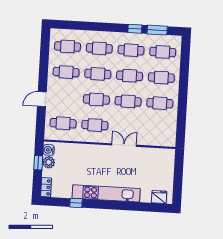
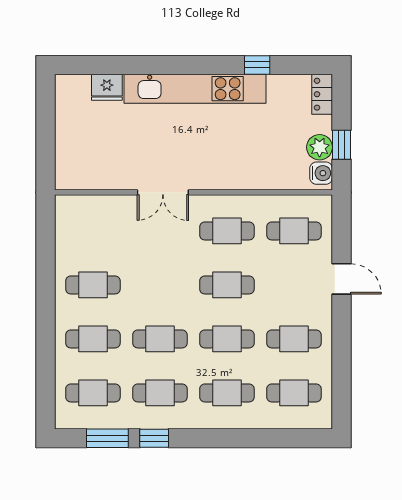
door: (42, 99) -> (341, 279), hinge flipped
cafe table: (128, 101) -> (160, 285), removed
fridge: (159, 197) -> (107, 87), moved

